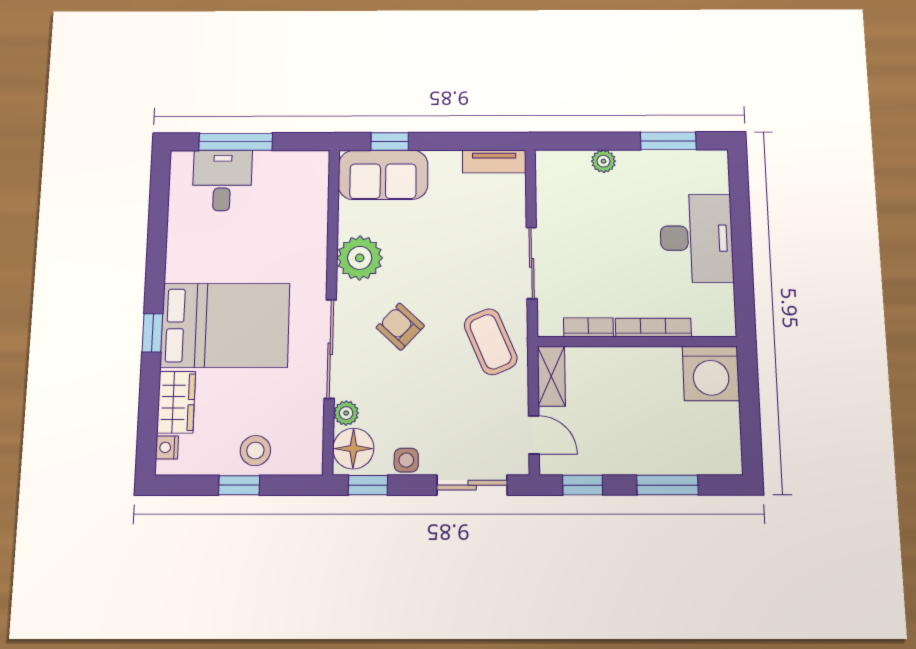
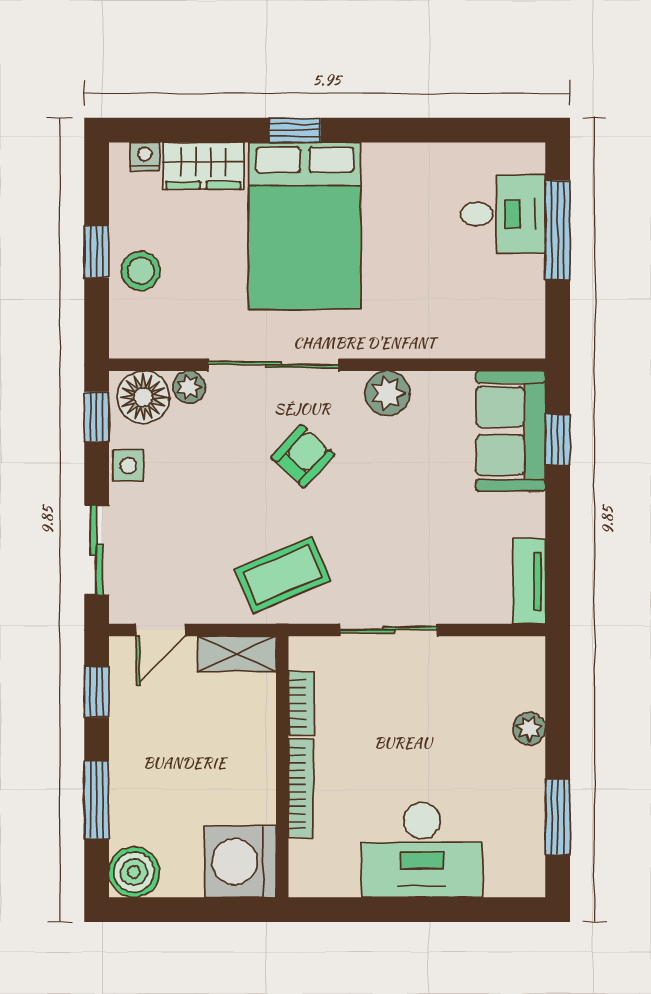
plant: (360, 258) -> (387, 393), width x0.73, depth x0.73
boiler: (723, 456) -> (134, 872), added

